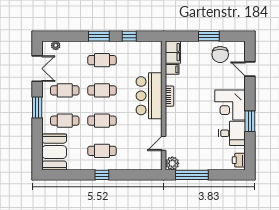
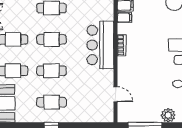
door: (164, 143) -> (116, 94), swing flipped
plant: (172, 163) -> (168, 115), moved

